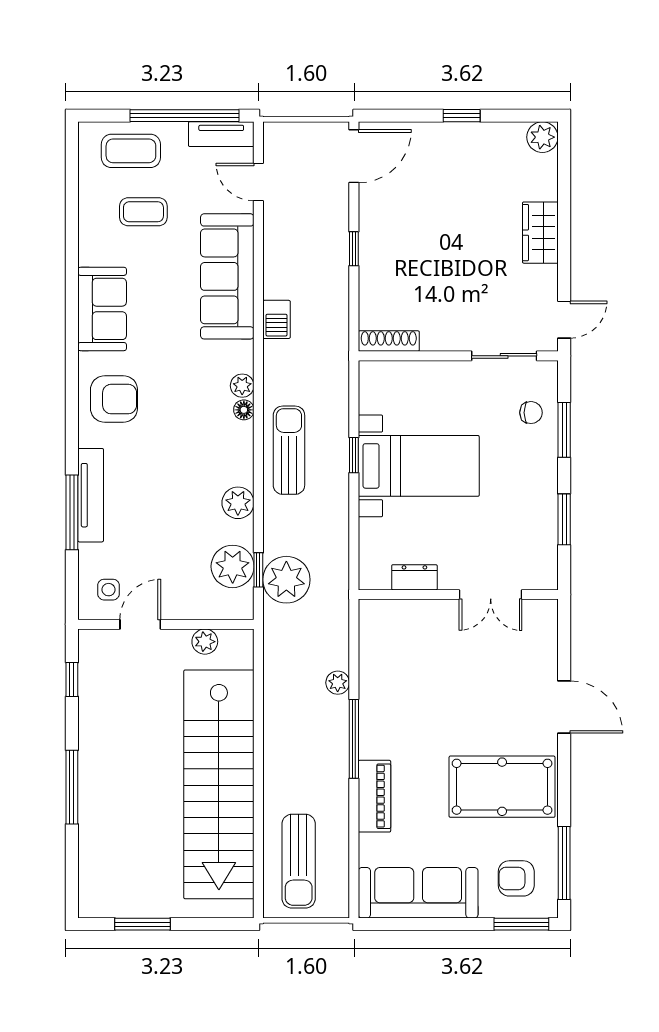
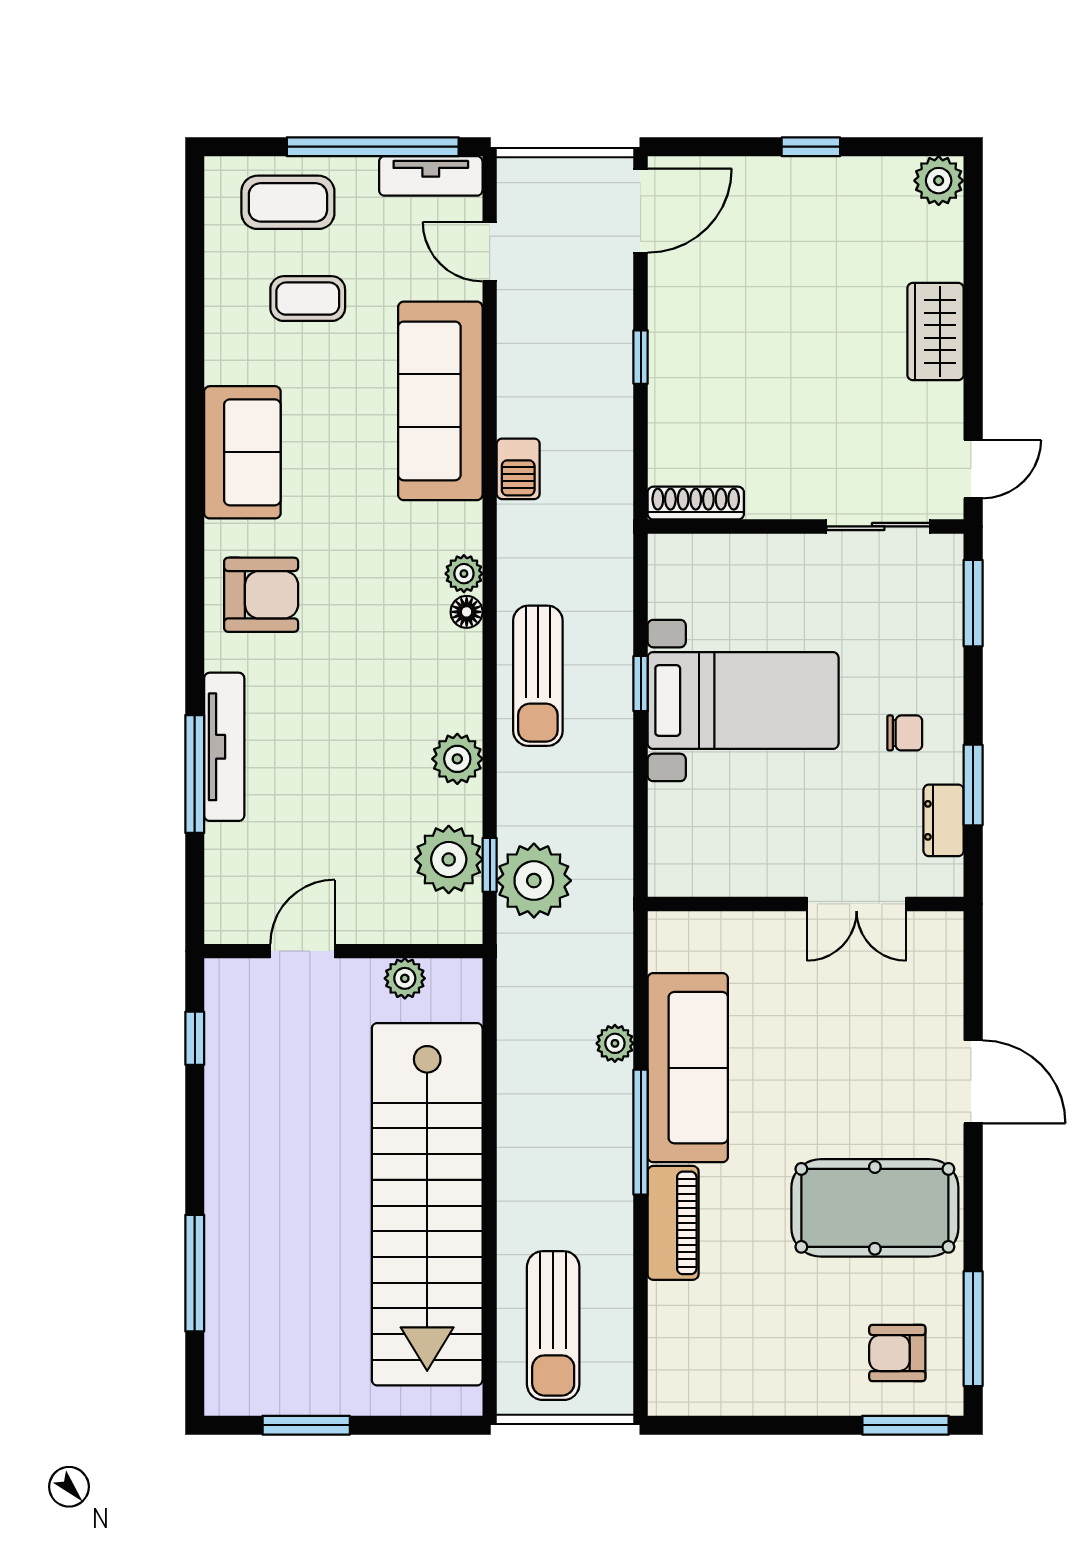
chair: (531, 413) -> (905, 733), moved
window: (564, 430) -> (973, 603), moved
sun lounger: (289, 450) -> (538, 676), turned 180
dresser: (414, 577) -> (944, 820), moved, turned -90
side table: (109, 590) -> (253, 896), removed
window: (72, 787) -> (195, 1273), moved
sofa: (418, 893) -> (688, 1068), moved, turned 90

